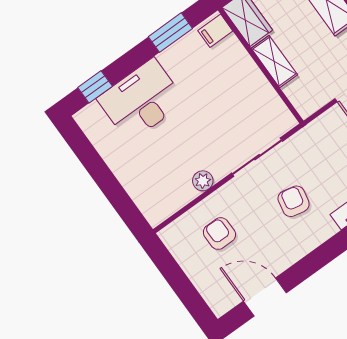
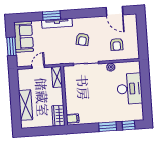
window: (170, 33) -> (108, 127), moved
shelving: (274, 62) -> (57, 77), moved
desk: (141, 100) -> (130, 89), moved, turned -90

